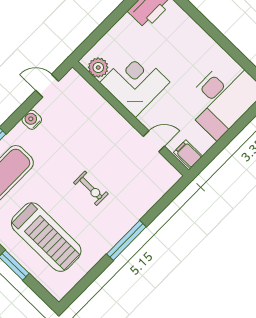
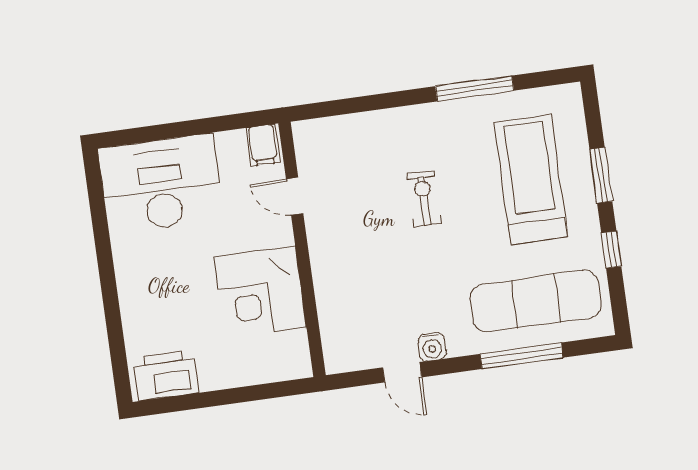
plant: (98, 68) -> (293, 348), removed
door: (47, 86) -> (402, 372), moved
window: (126, 240) -> (475, 88), moved

